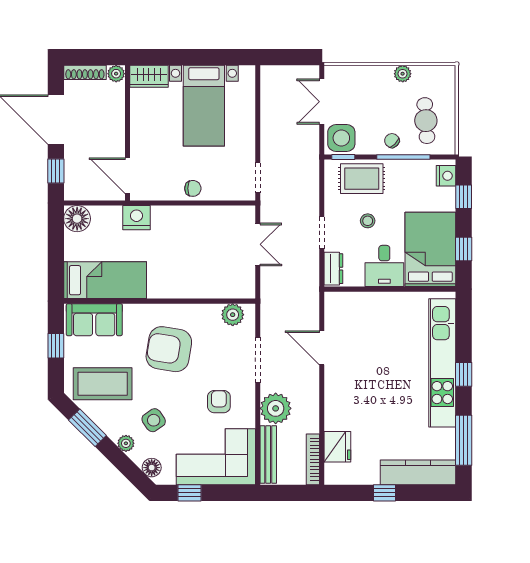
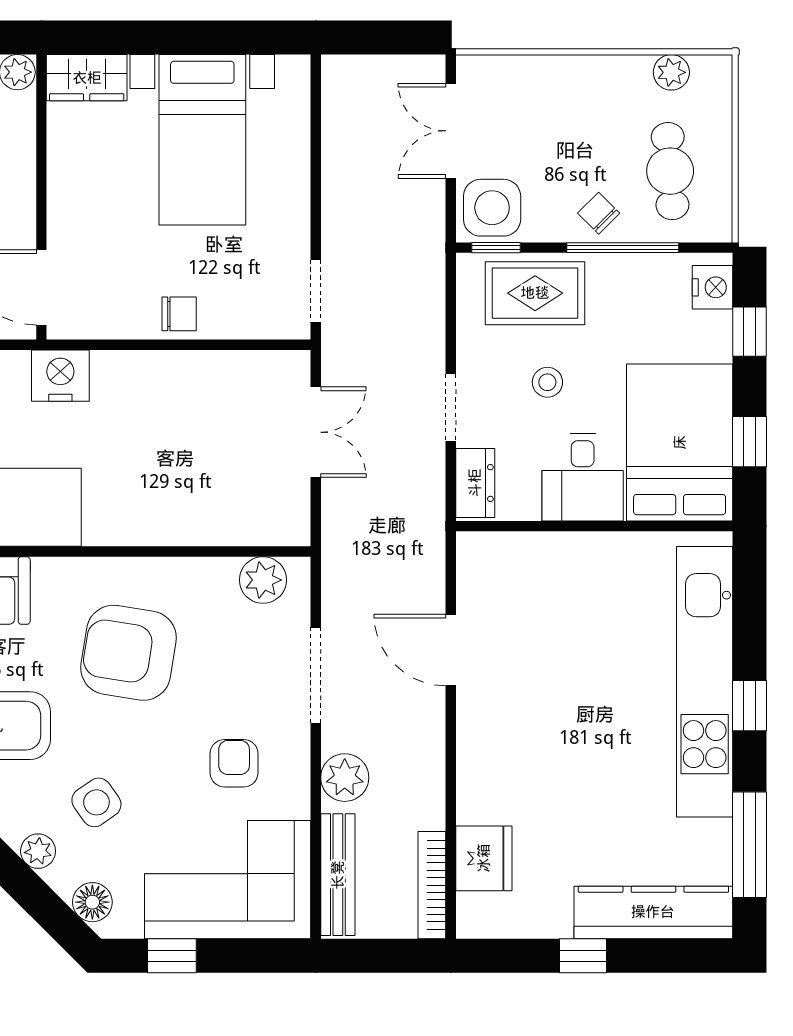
plant: (403, 74) -> (671, 72), moved
plant: (276, 408) -> (345, 778), width x0.73, depth x0.73

